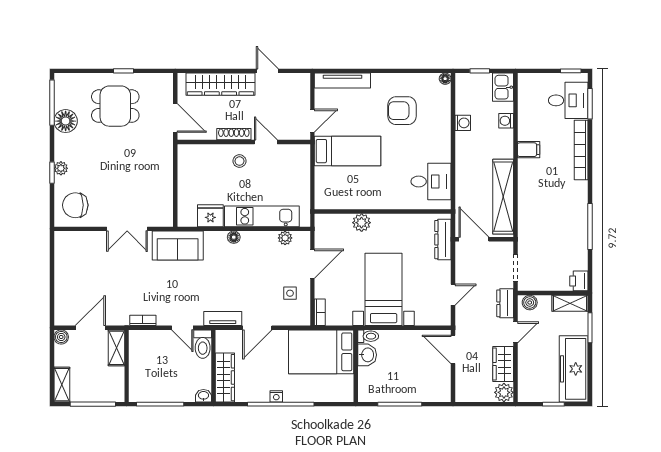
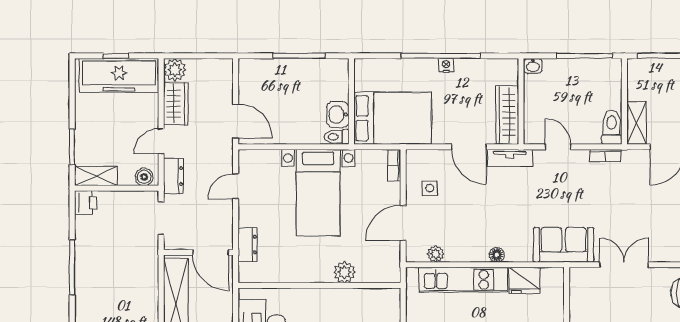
dresser: (443, 240) -> (248, 245), width x0.70
door: (257, 328) -> (469, 147), swing flipped
toilet: (203, 344) -> (612, 127), moved
freezer: (574, 369) -> (119, 75), moved, turned 90
wardrobe: (225, 378) -> (507, 115), moved

